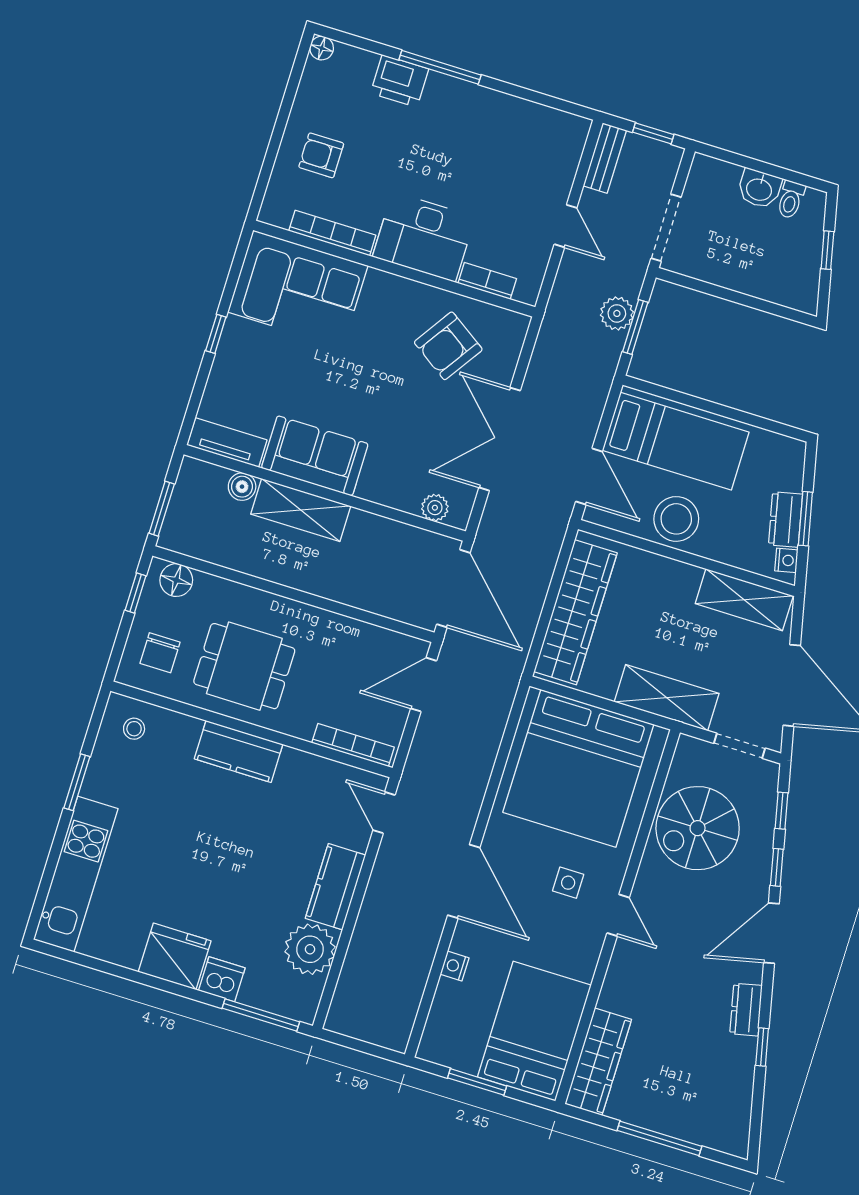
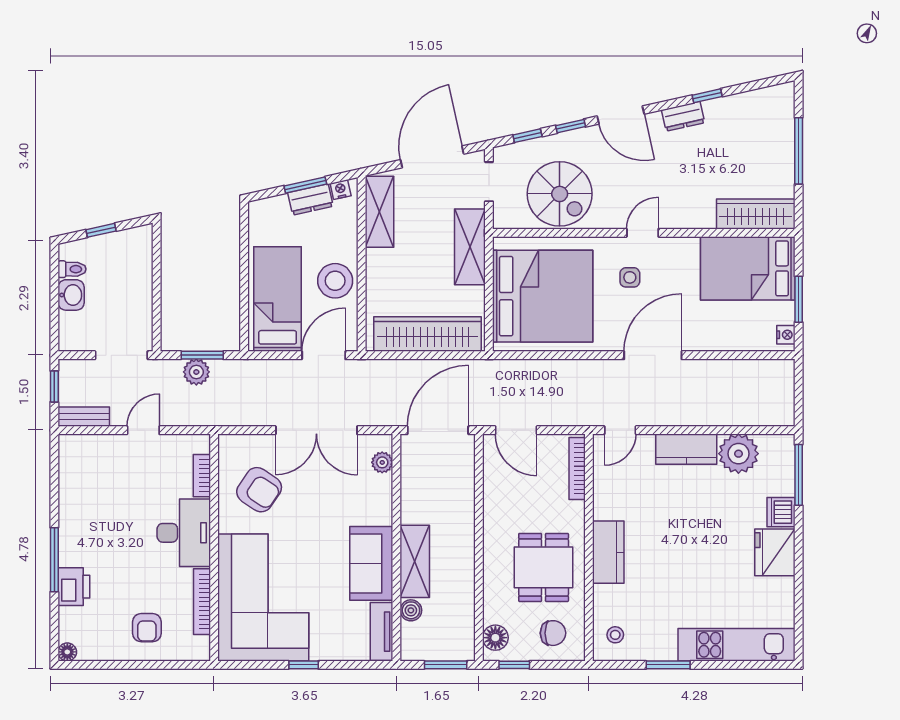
corner sofa: (298, 289) -> (263, 597), width x1.36, depth x1.36
nightstand: (455, 966) -> (786, 335), moved, turned -90

